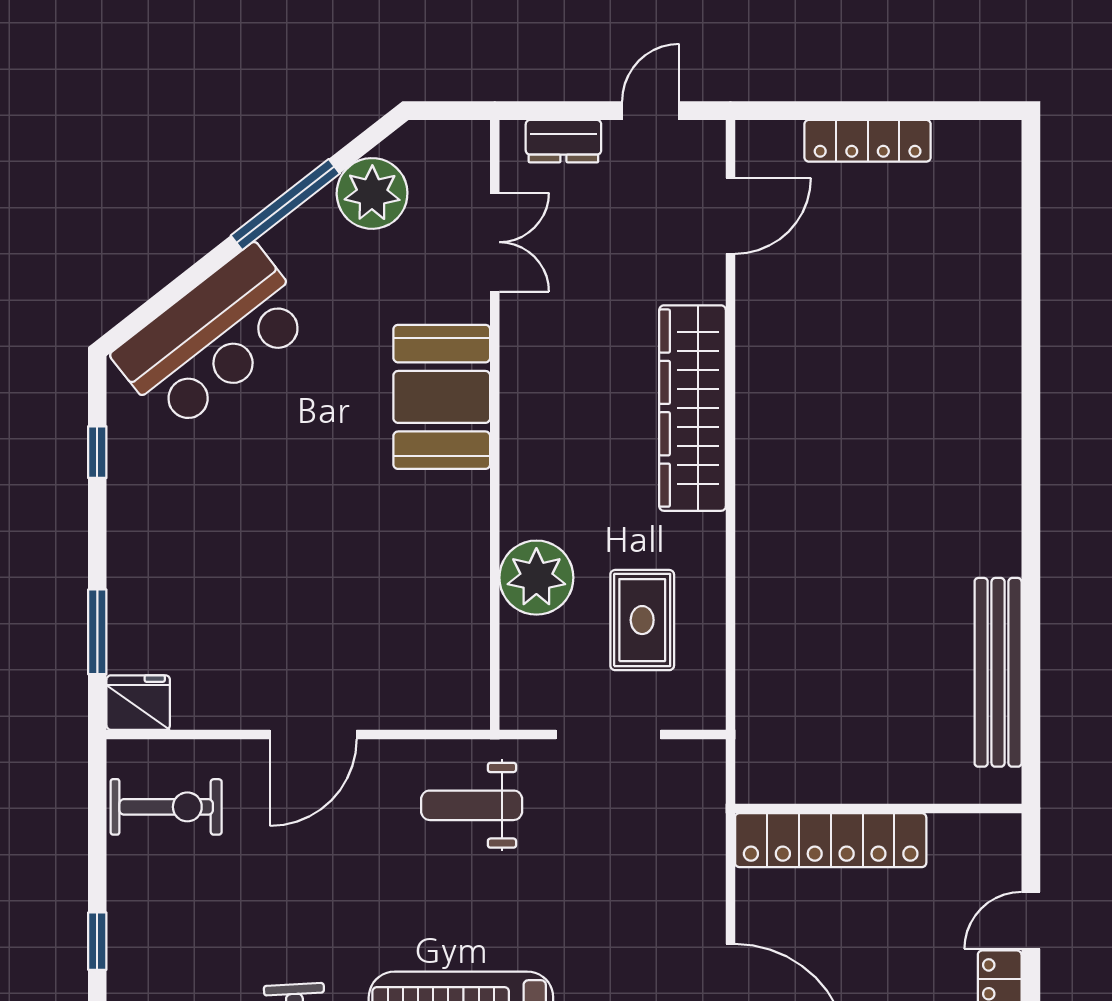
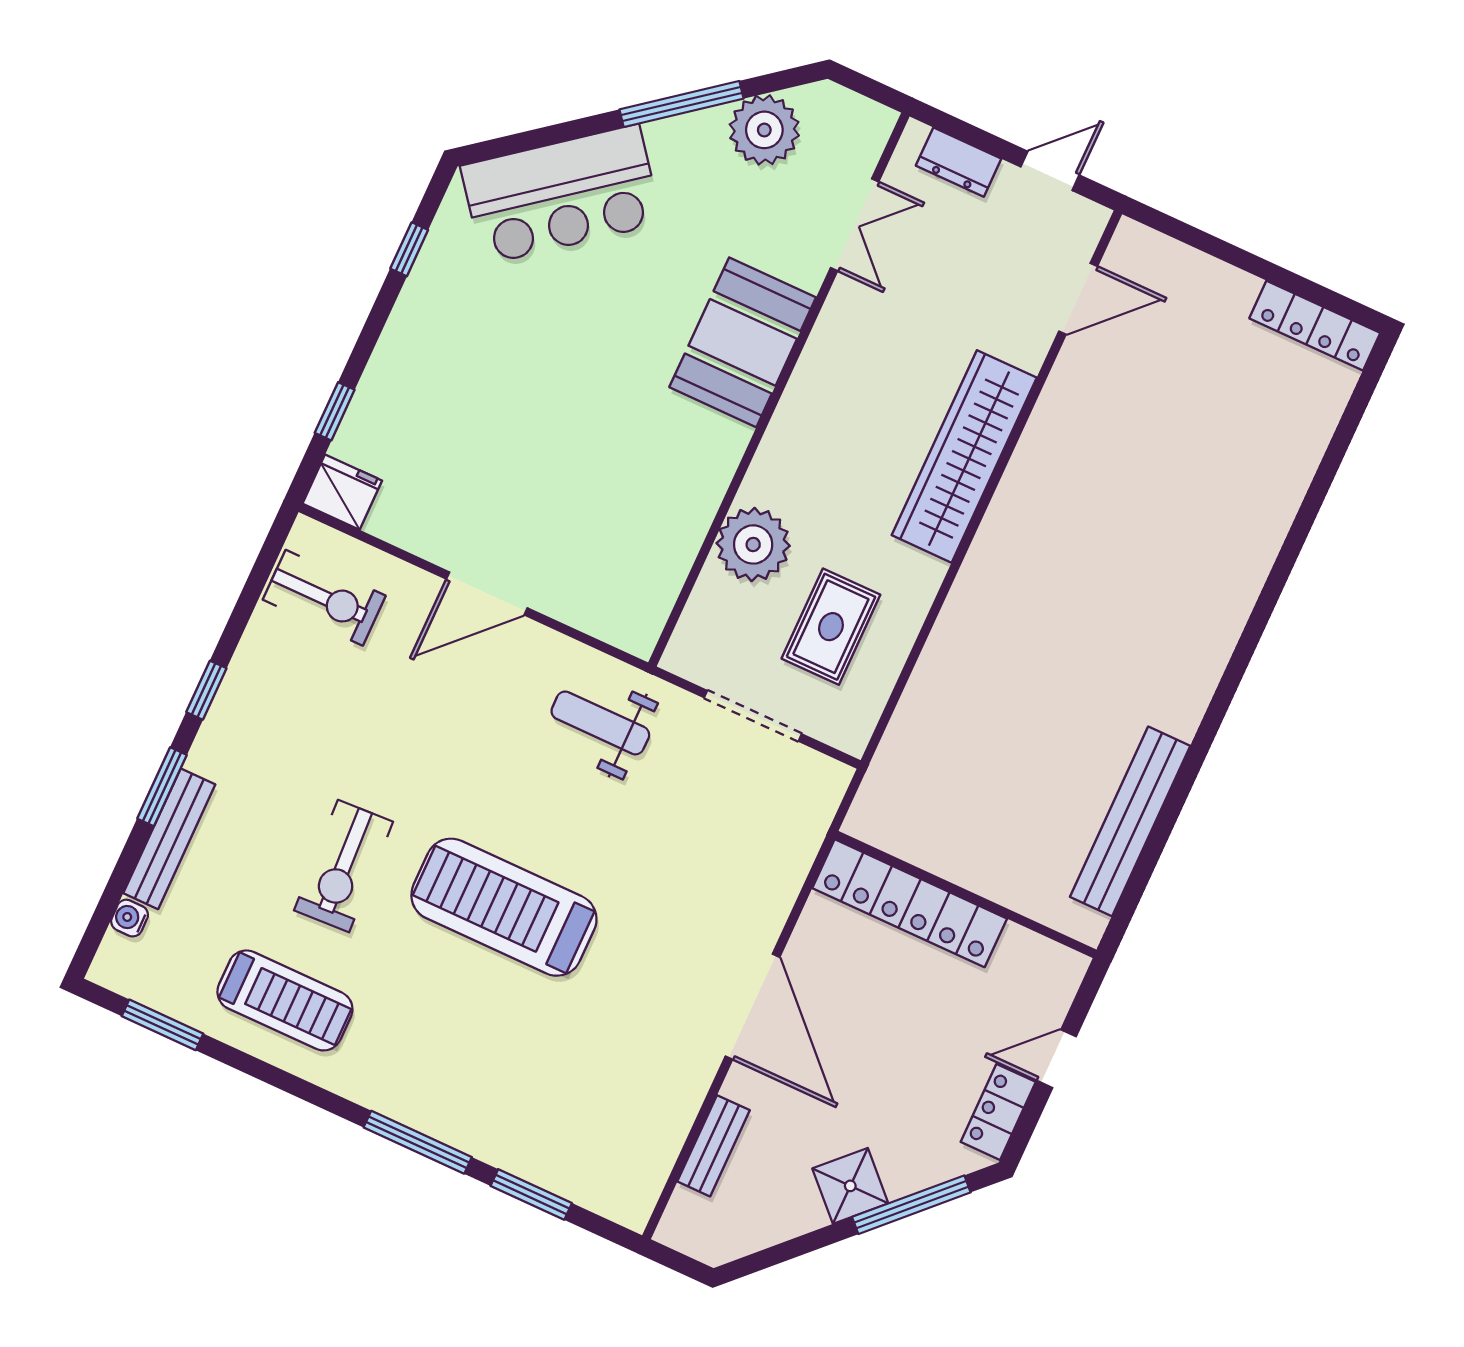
locker: (868, 141) -> (1315, 326), moved
window: (97, 632) -> (335, 411), width x0.67

